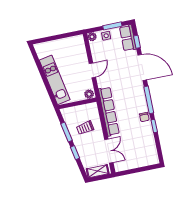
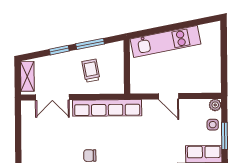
plant: (89, 94) -> (137, 85), removed

